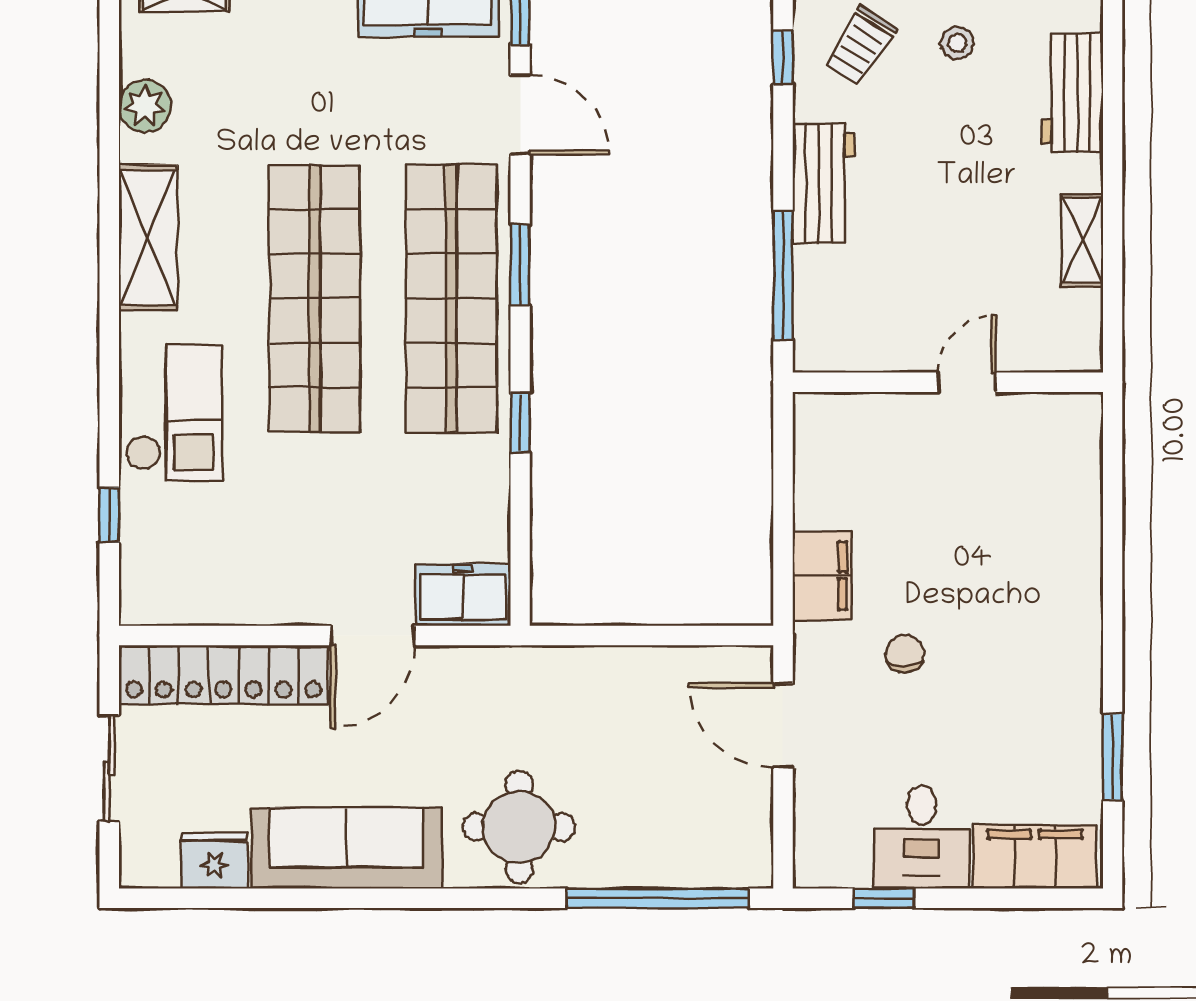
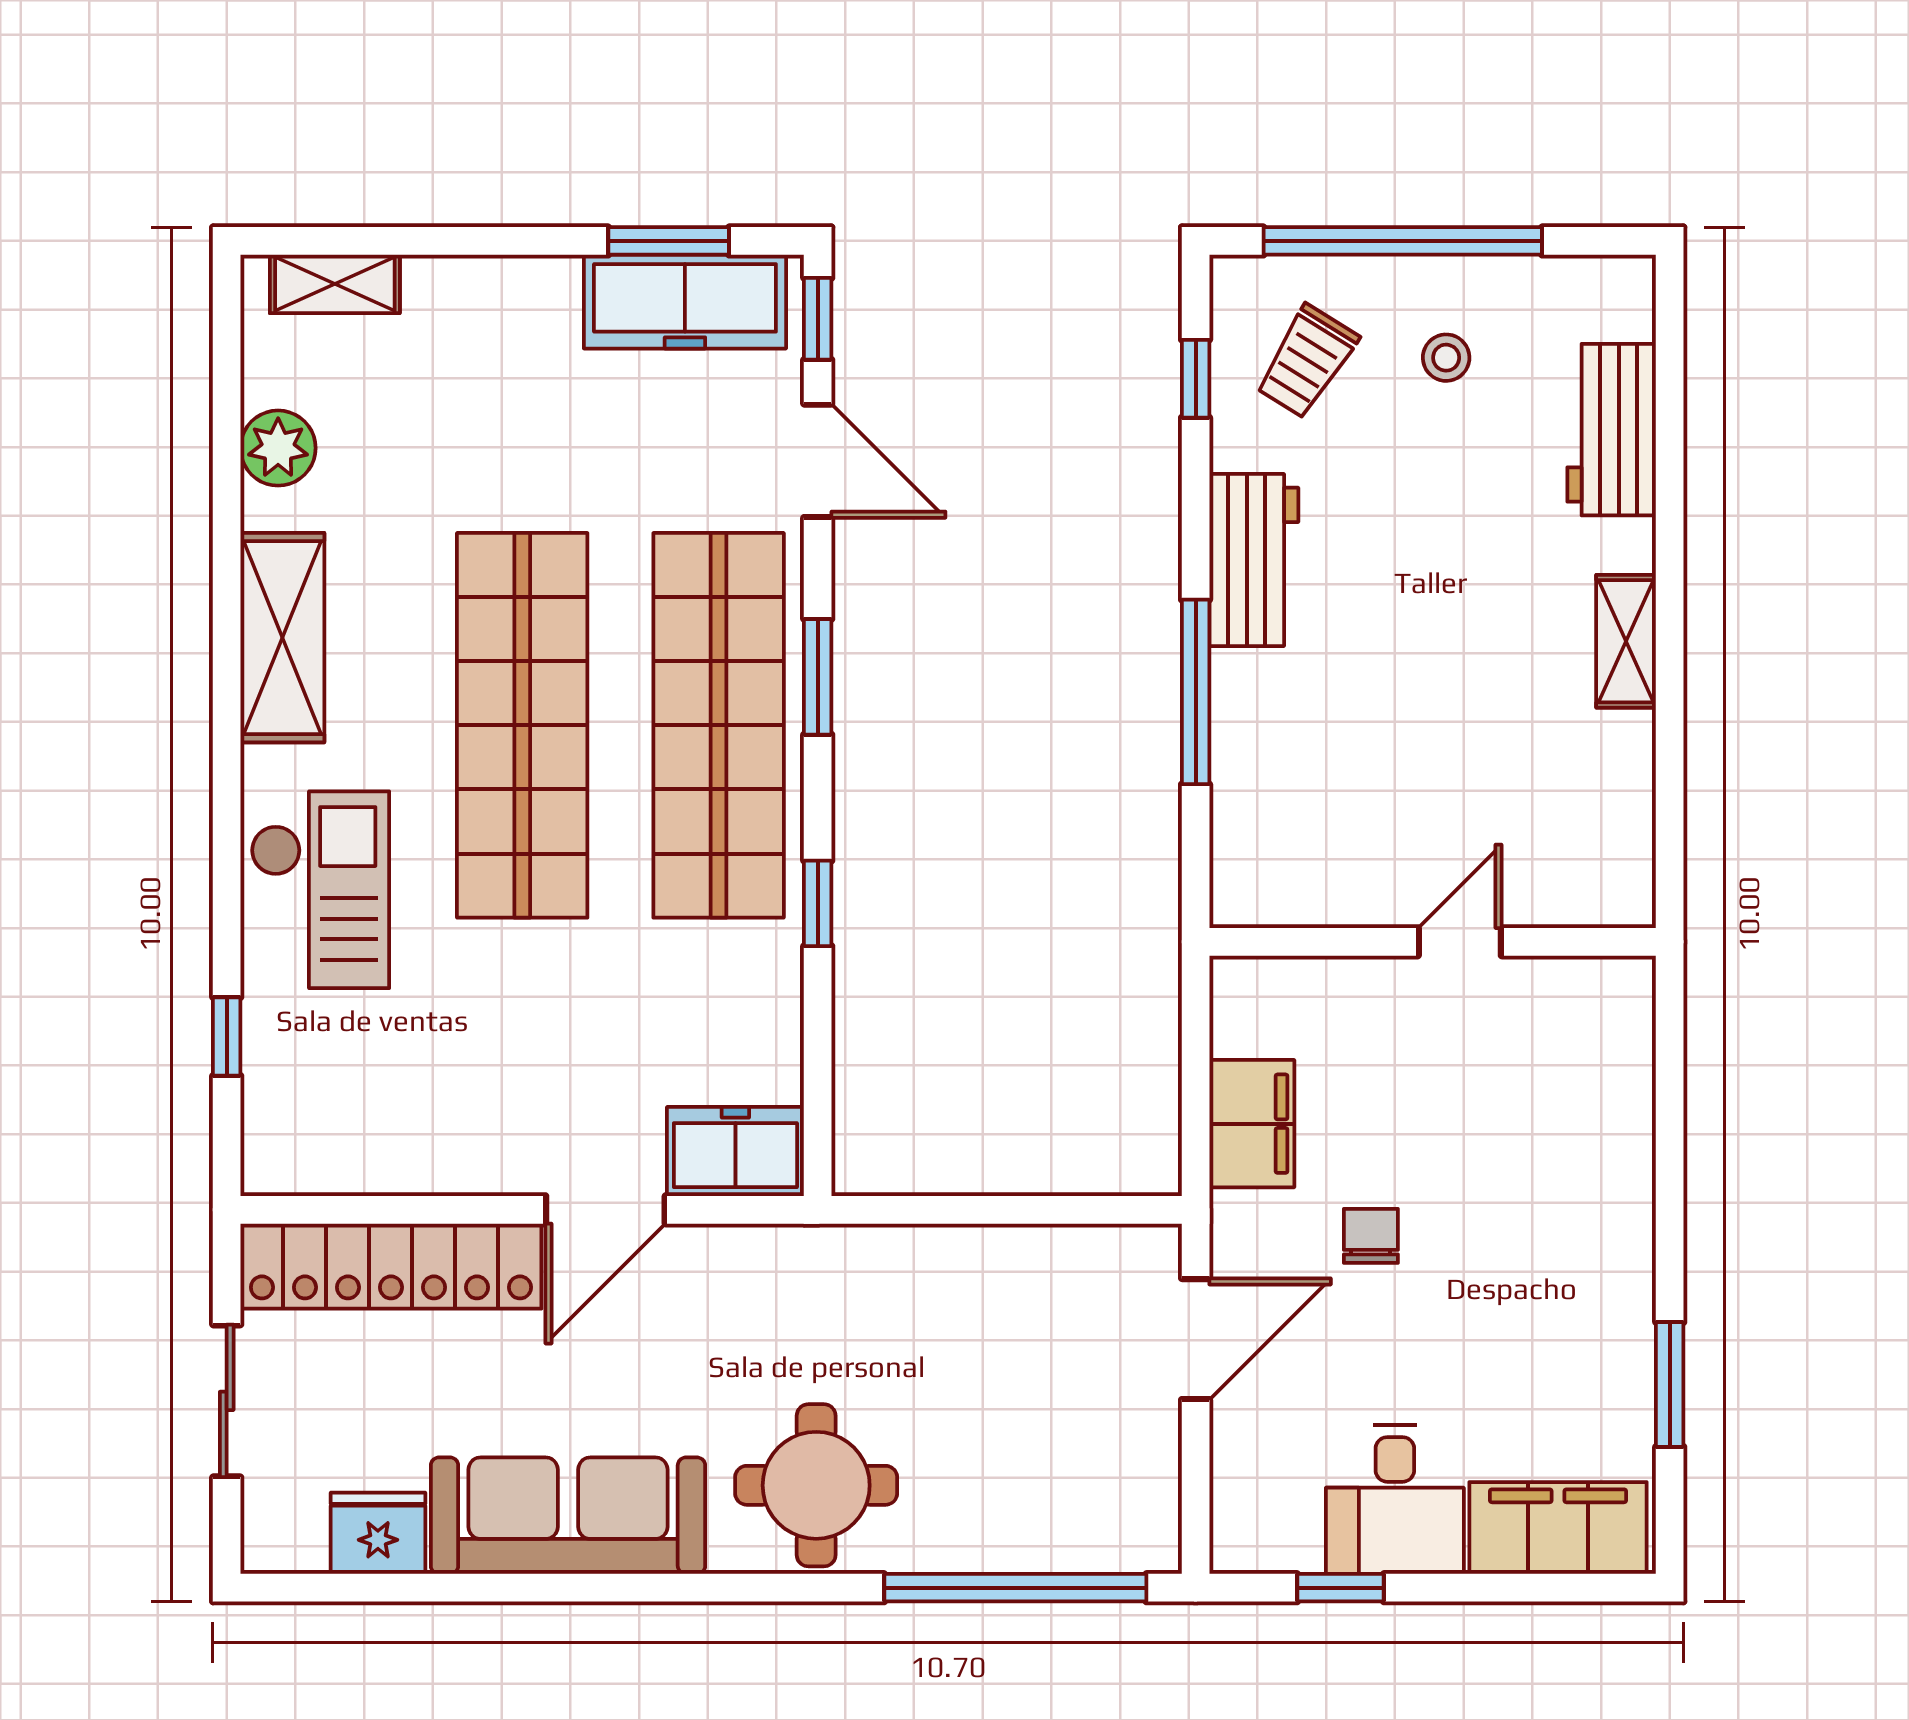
wall: (948, 382) -> (1433, 942), moved
door: (967, 382) -> (1460, 942), moved
door: (783, 725) -> (1196, 1339), swing flipped

